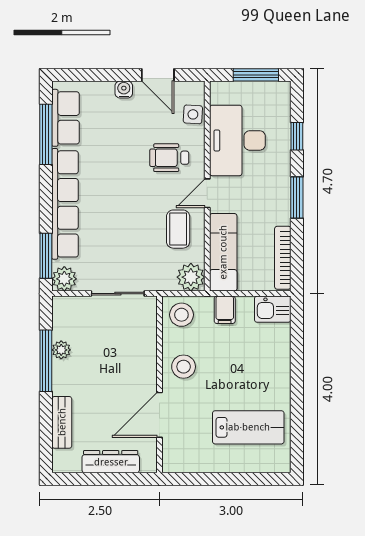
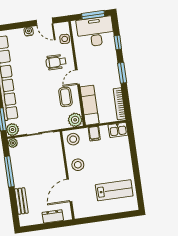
desk: (237, 140) -> (95, 32), moved, turned 90
plant: (61, 350) -> (13, 143), moved
dresser: (111, 462) -> (53, 216), width x0.70

